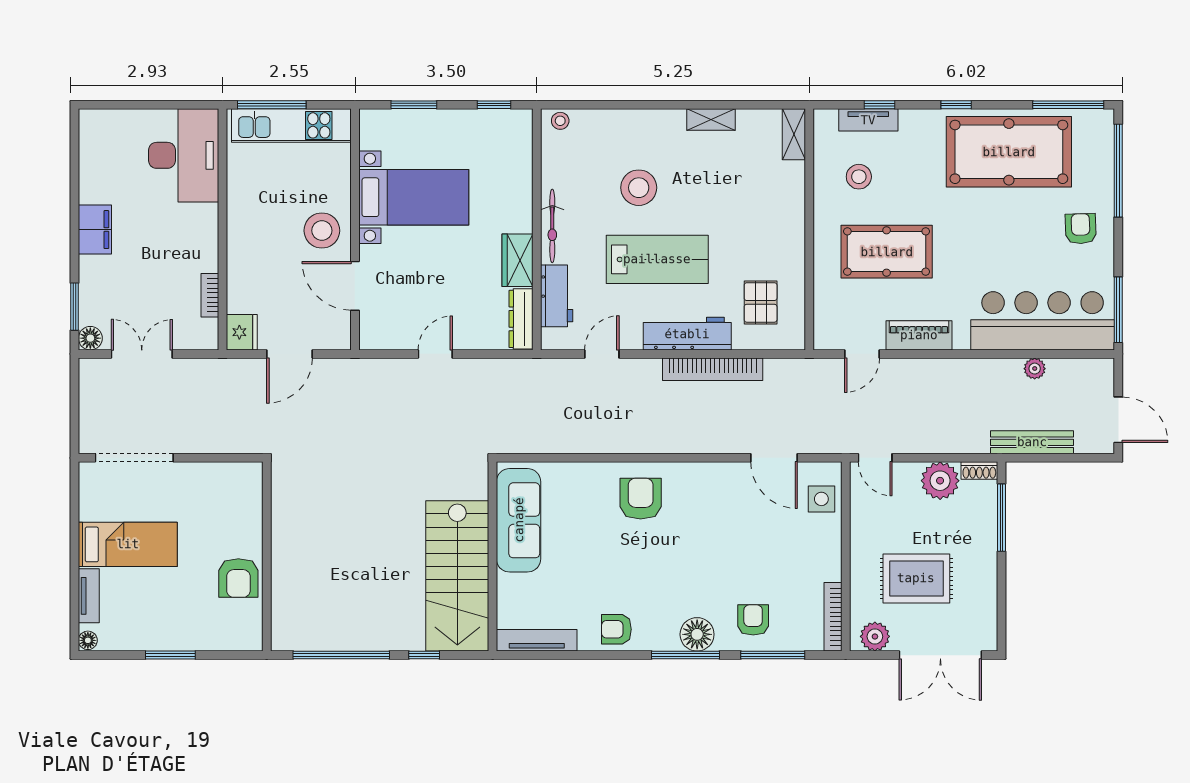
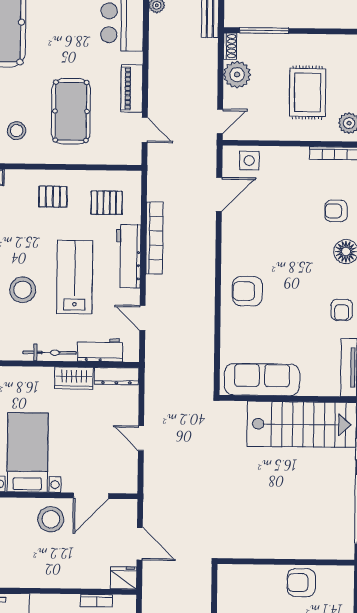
pallet: (768, 228) -> (53, 197), added
armchair: (238, 578) -> (301, 583), turned 180

